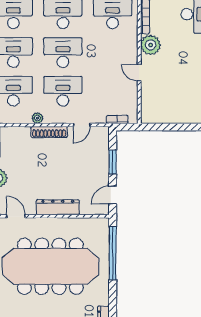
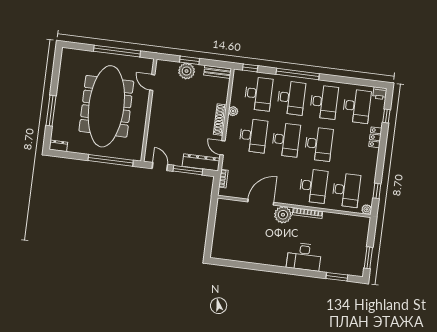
door: (139, 73) -> (261, 202), width x1.87
window: (113, 162) -> (188, 170), width x1.44
dresser: (58, 207) -> (201, 162), moved, turned -90
door: (16, 216) -> (152, 82), swing flipped

